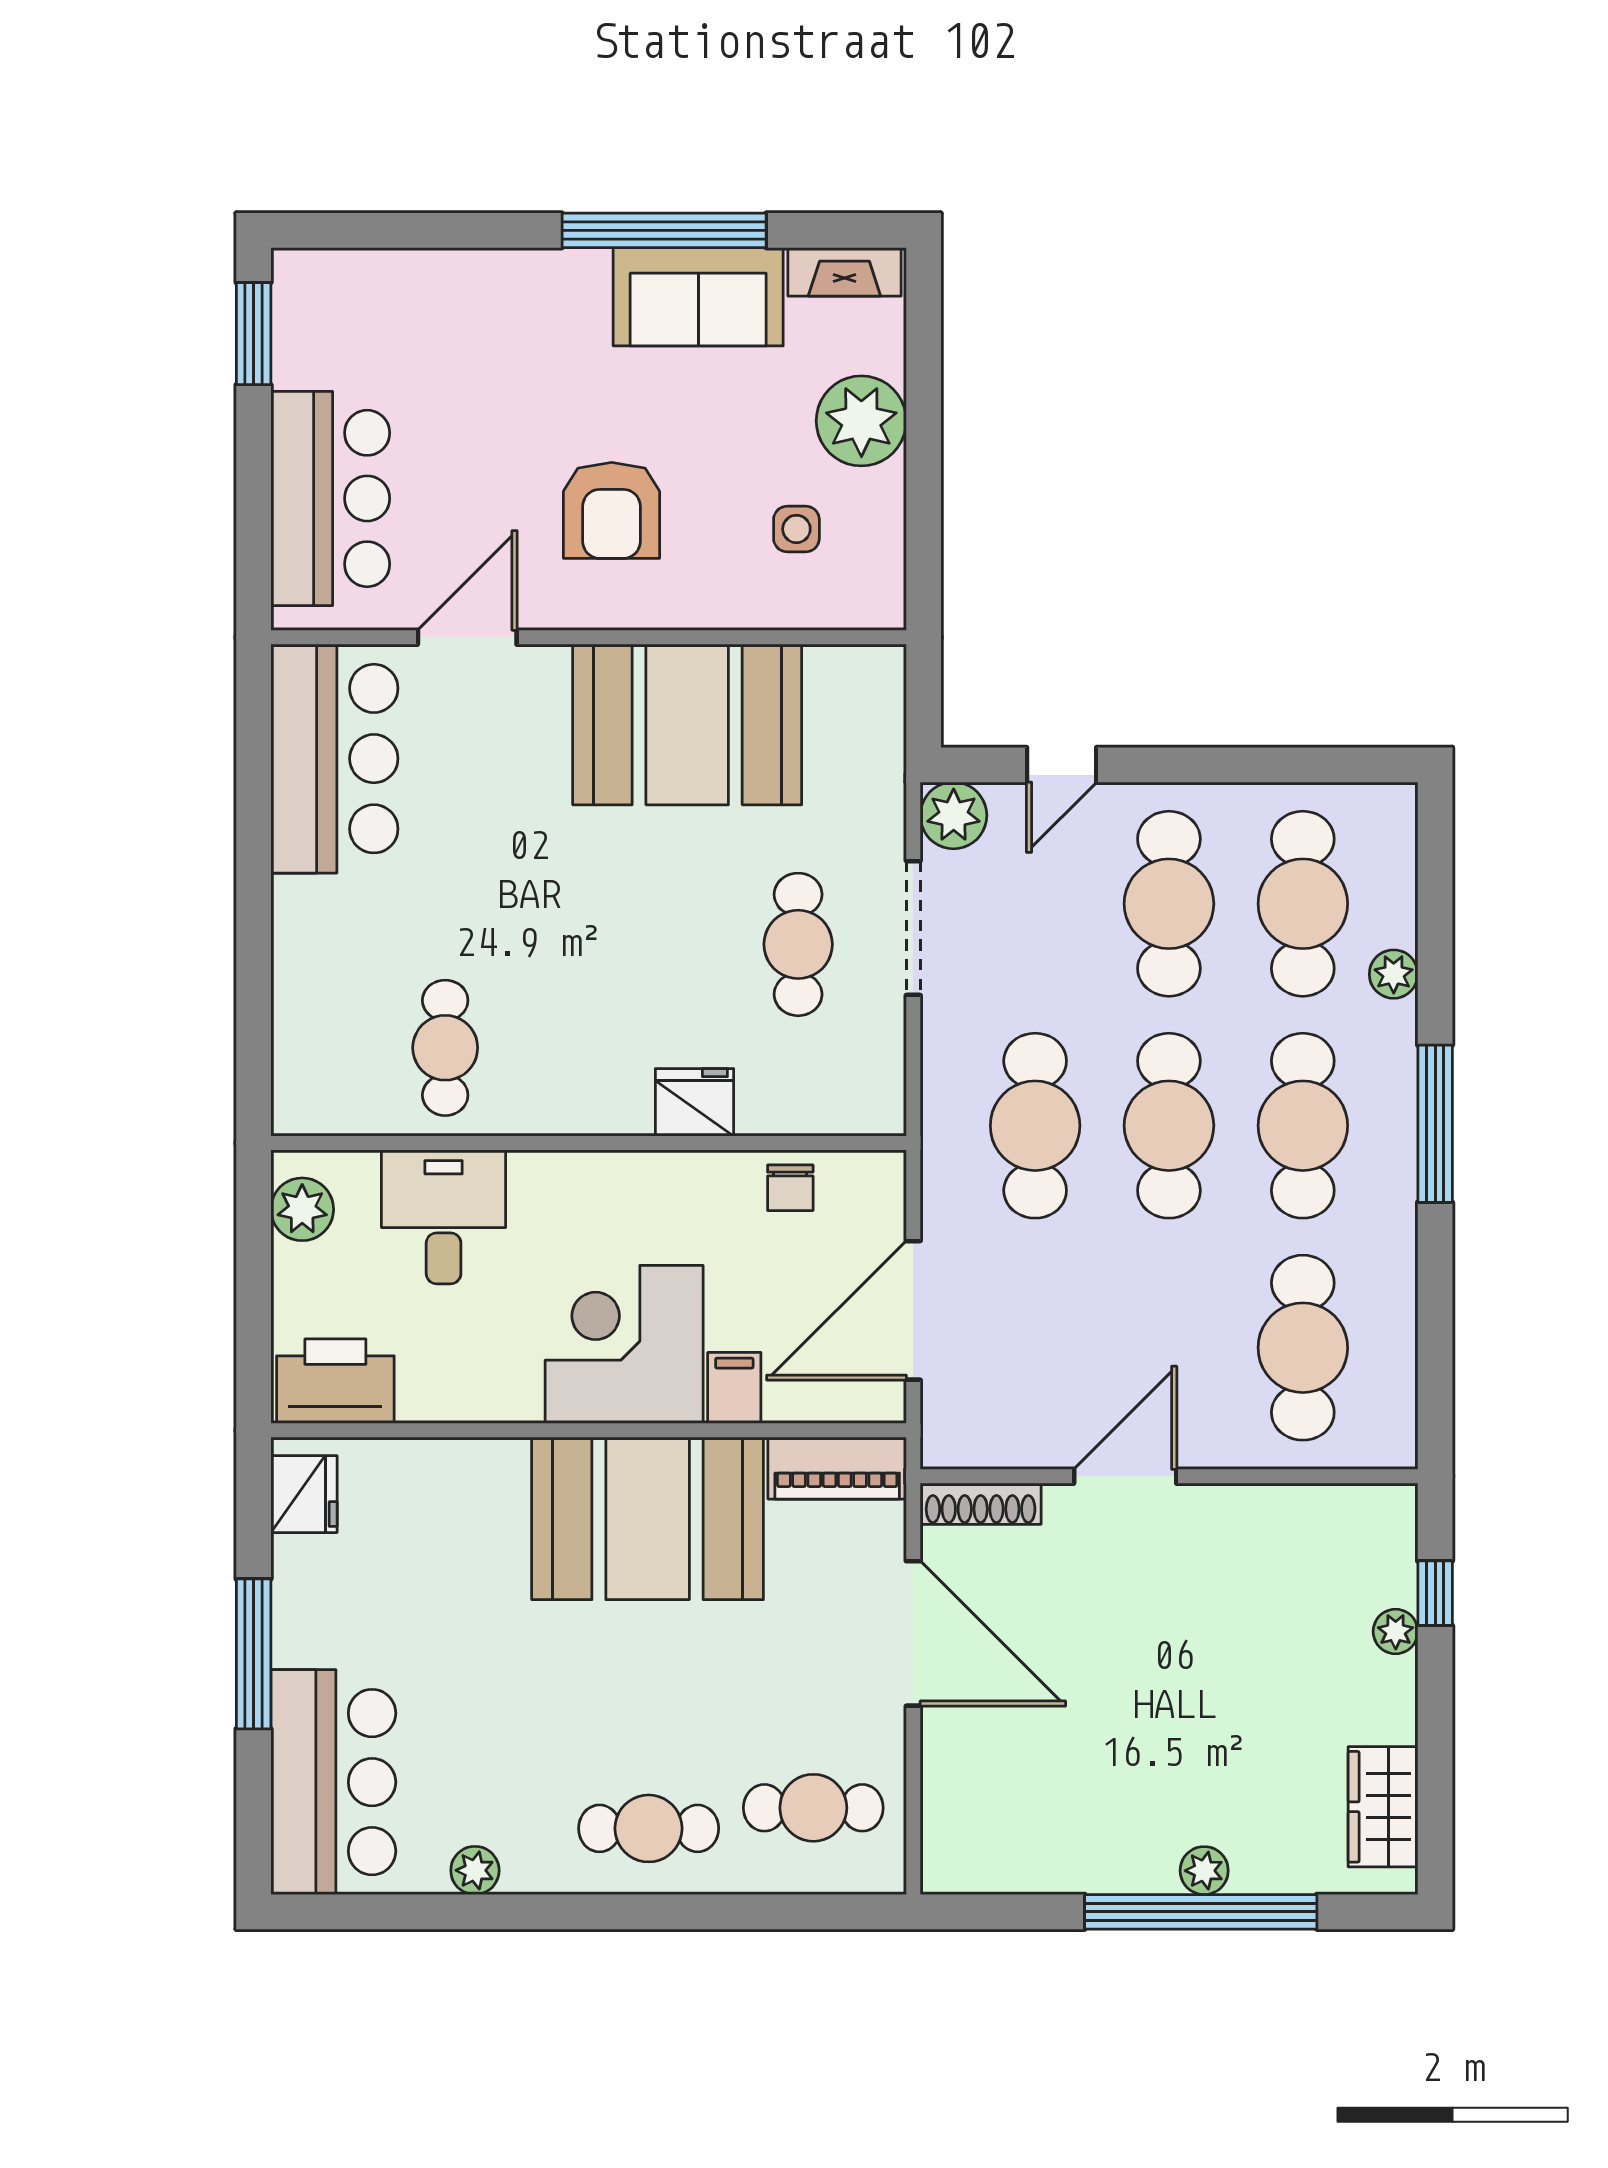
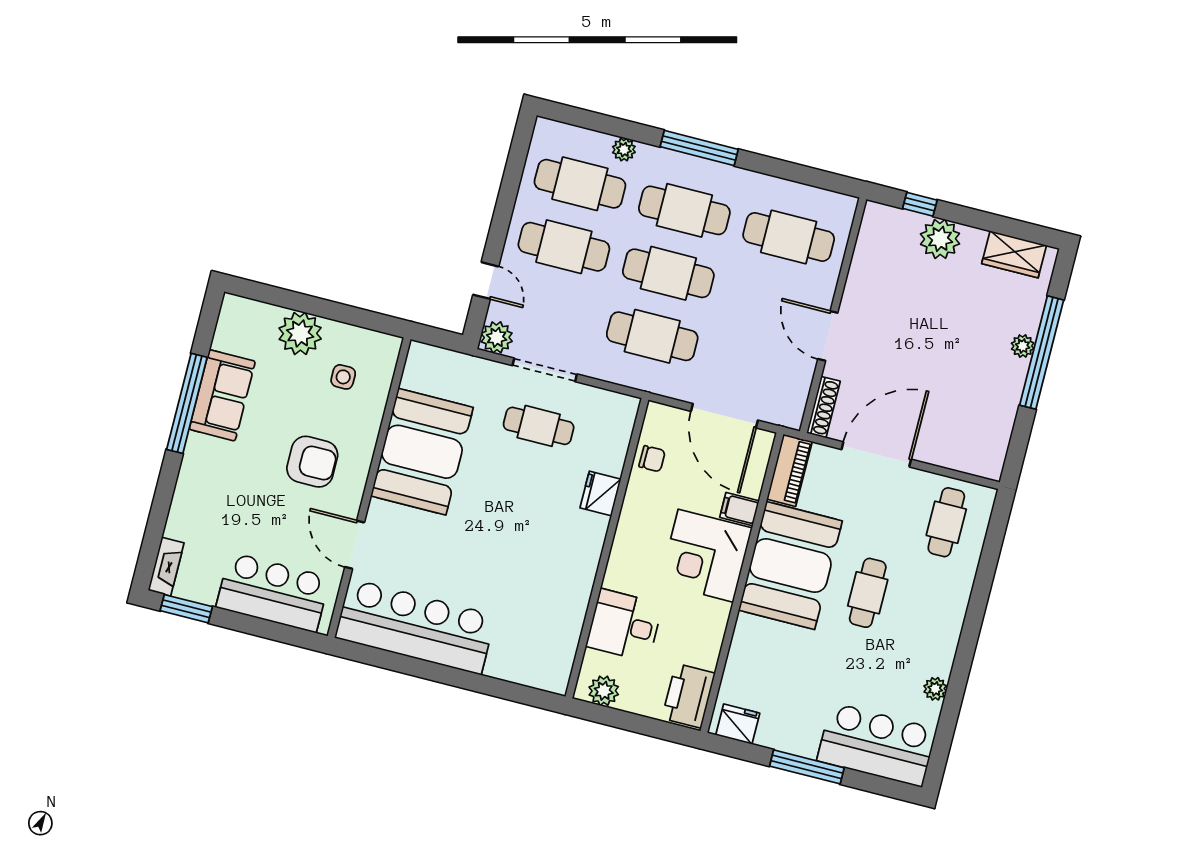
fireplace: (844, 272) -> (166, 567), moved
bar counter: (334, 759) -> (415, 627), width x1.36
cafe table: (445, 1048) -> (545, 604), removed
plant: (1396, 1631) -> (940, 239), width x1.88, depth x1.88
cafe table: (649, 1828) -> (868, 593), moved

